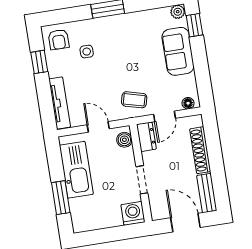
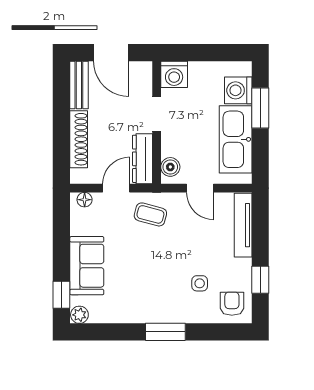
dresser: (146, 137) -> (143, 159), width x1.44
washing machine: (80, 209) -> (238, 90), added

